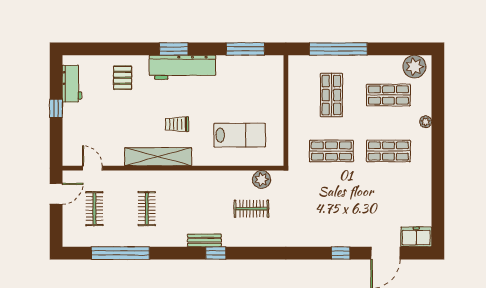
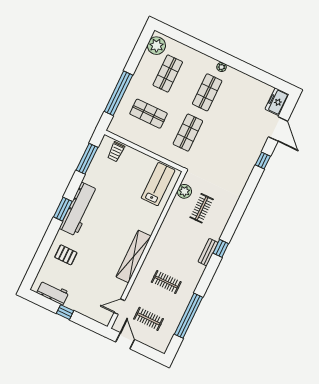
plant: (426, 122) -> (222, 67), moved
trolley: (177, 124) -> (116, 152), moved
lab bench: (240, 135) -> (158, 184), moved

